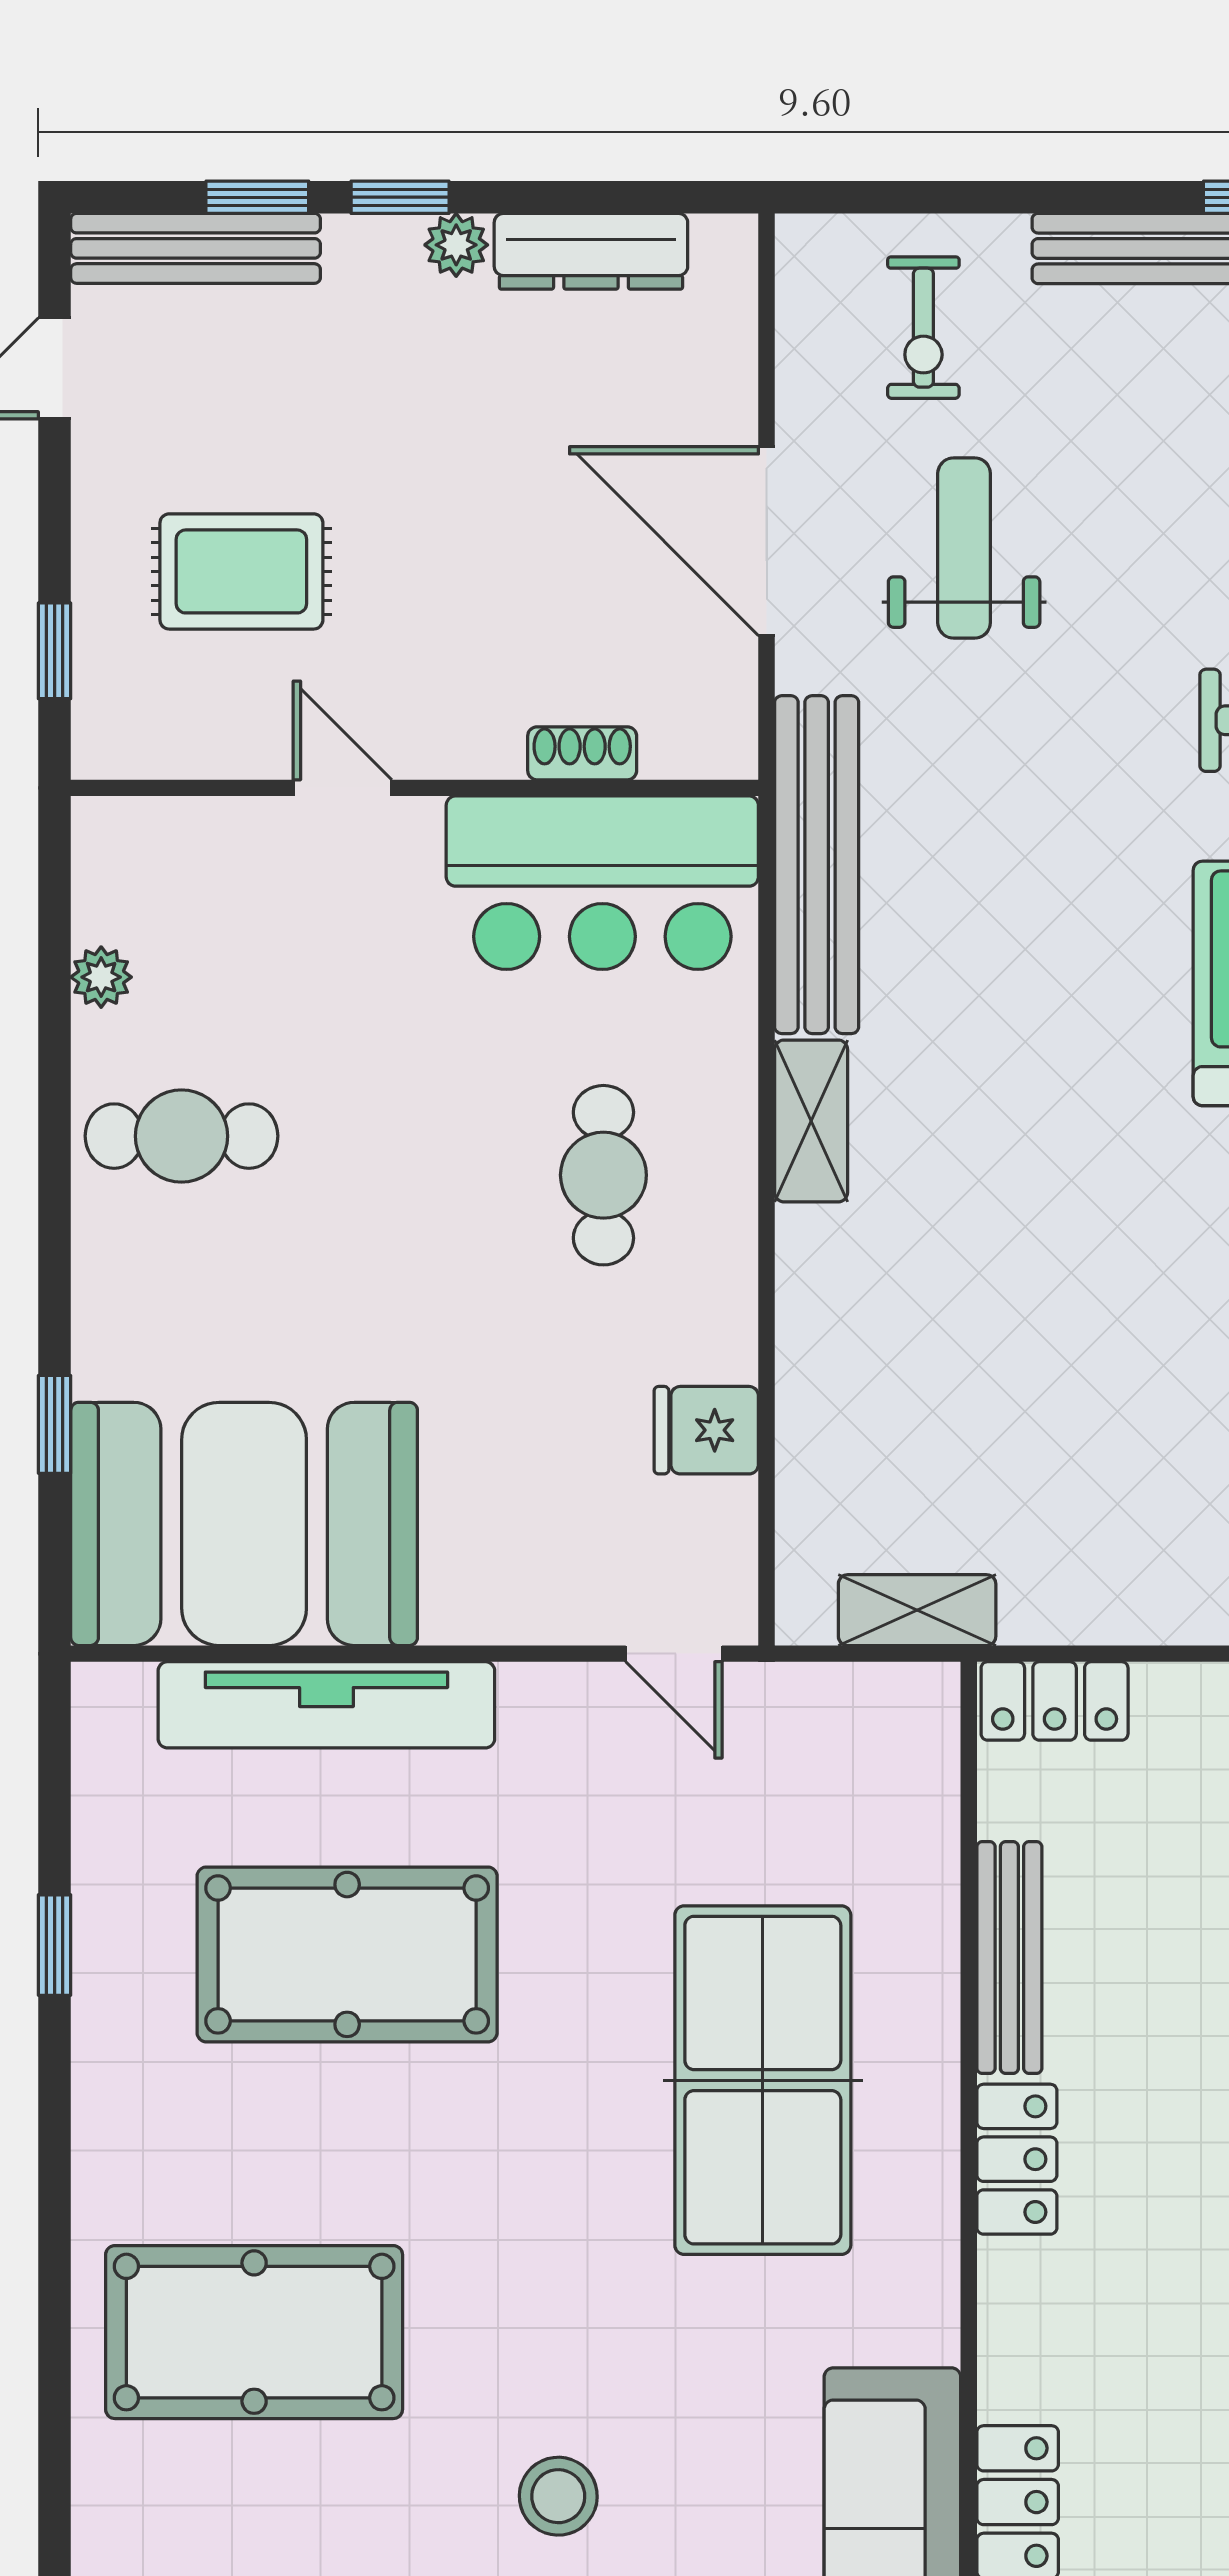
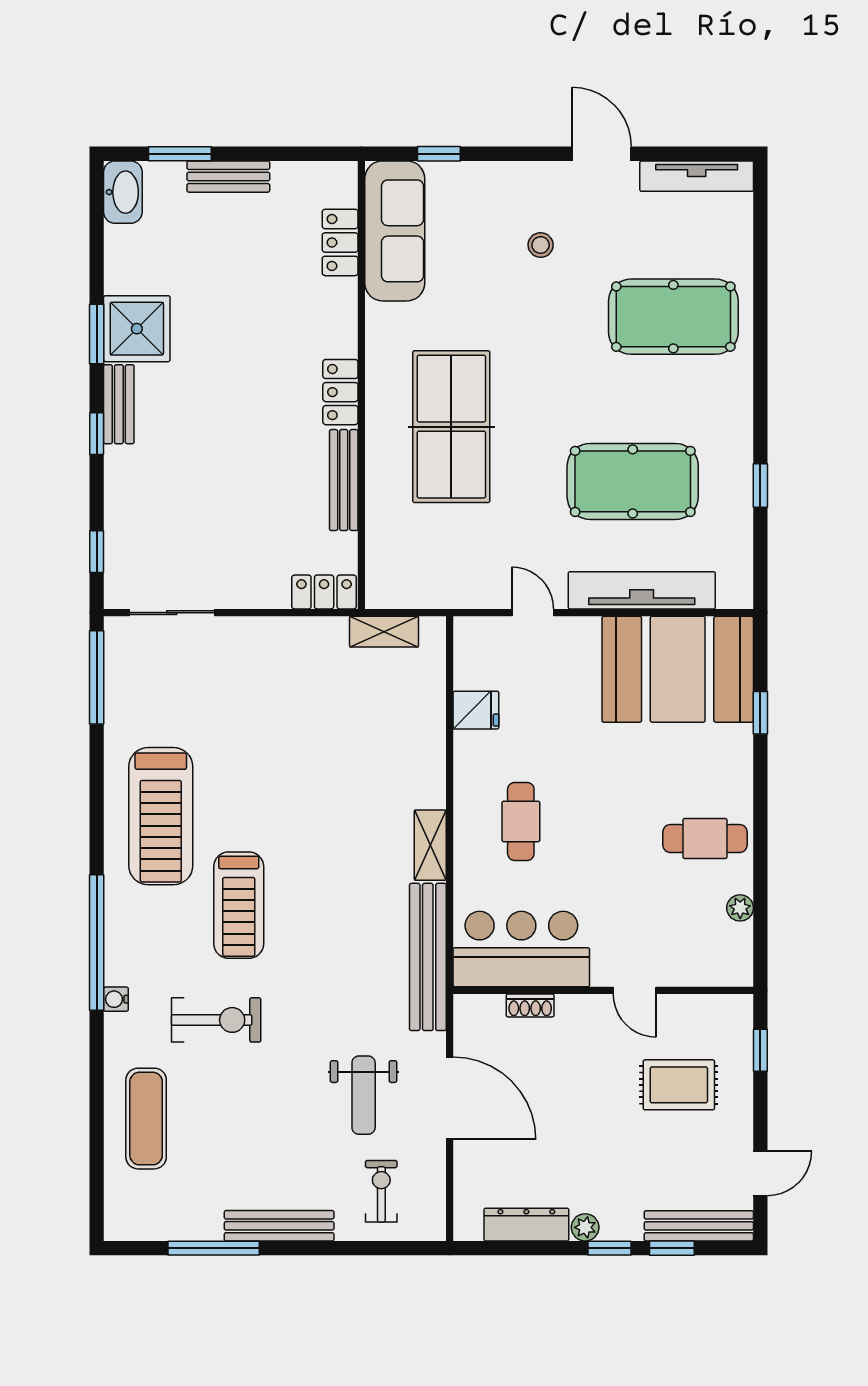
door: (674, 1654) -> (533, 613), moved
stool: (558, 2496) -> (541, 245), width x0.73, depth x0.73

